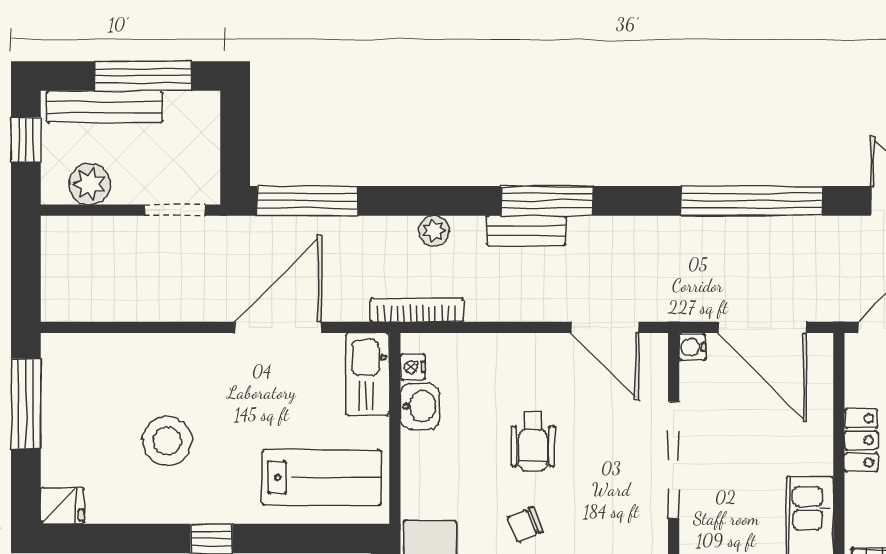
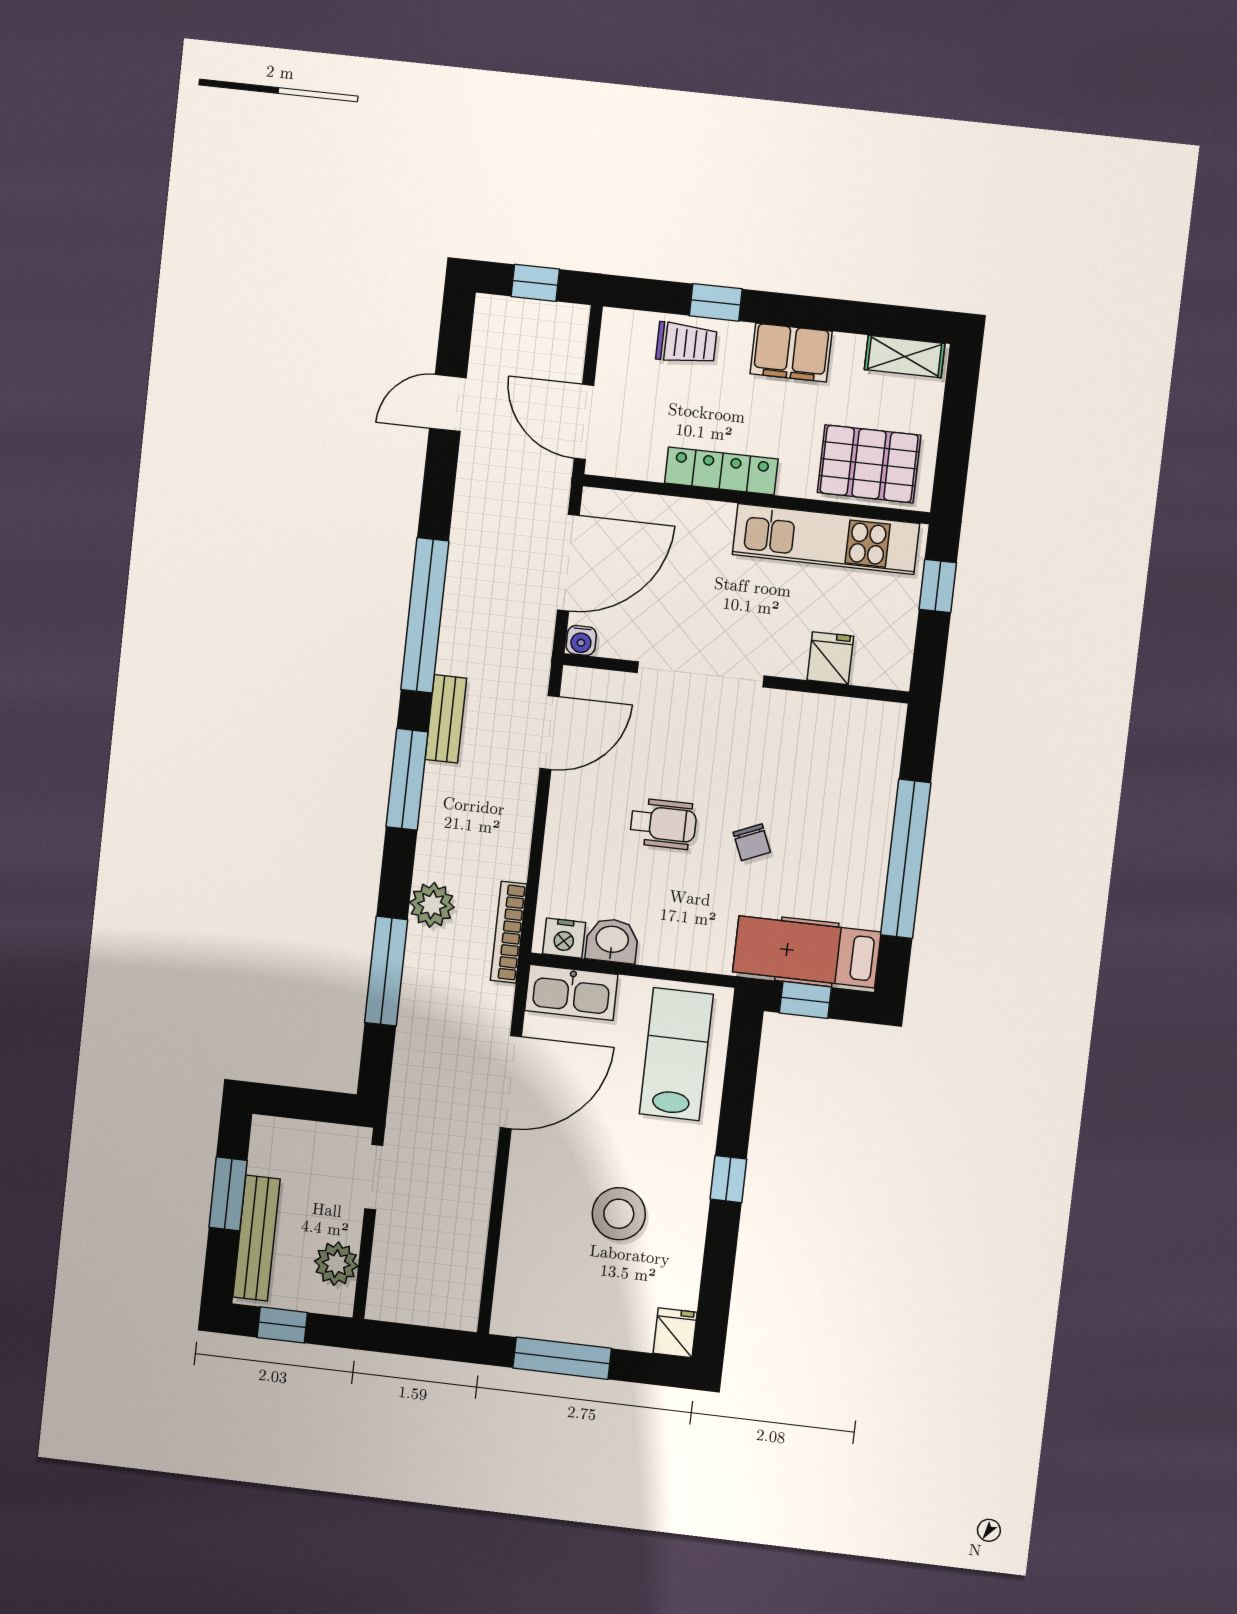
window: (143, 76) -> (228, 1194), width x0.69
window: (308, 201) -> (386, 971), moved
window: (752, 201) -> (425, 615), moved
plant: (434, 231) -> (432, 905), width x1.38, depth x1.38
bench: (526, 231) -> (446, 719), moved
door: (278, 327) -> (511, 1082), swing flipped
nightstand: (413, 367) -> (564, 938), width x1.39, depth x1.35
locker: (861, 440) -> (721, 471), width x1.53

